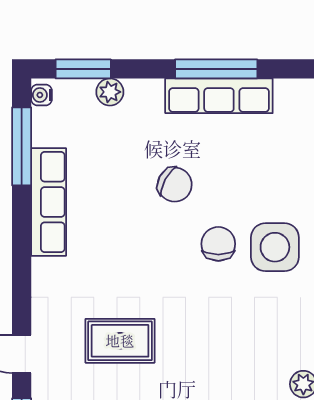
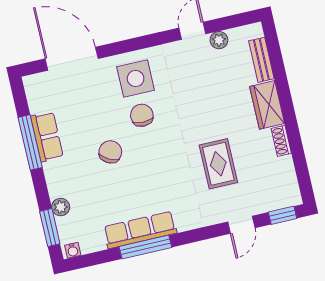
row of seats: (219, 96) -> (47, 137), width x0.68
window: (22, 146) -> (145, 247), moved
chair: (218, 244) -> (142, 115), turned 90

